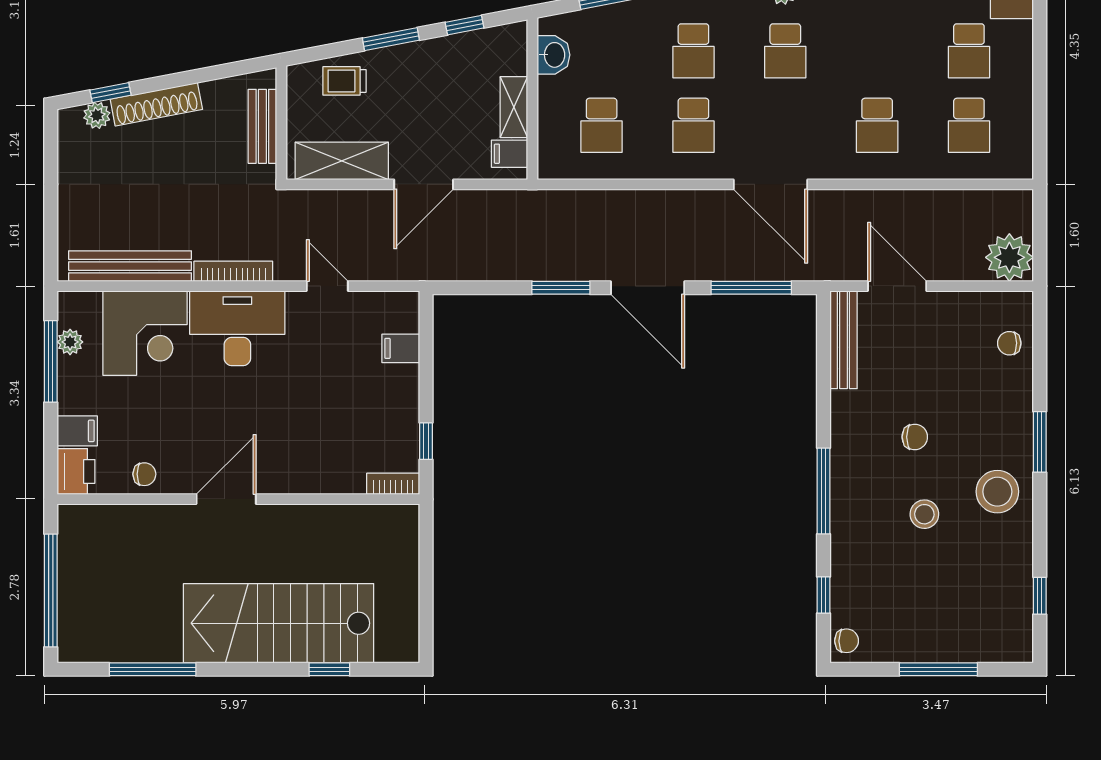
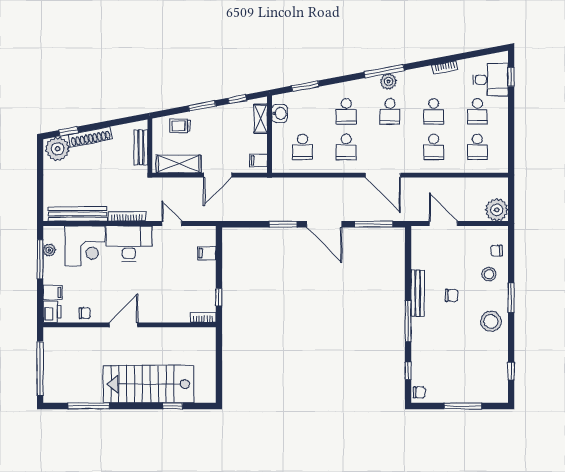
school desk: (877, 51) -> (434, 111), added
shelving: (514, 107) -> (261, 119), moved
plant: (97, 115) -> (58, 149), width x1.87, depth x1.87
bench: (843, 340) -> (418, 293), moved
stool: (924, 514) -> (489, 274), moved

